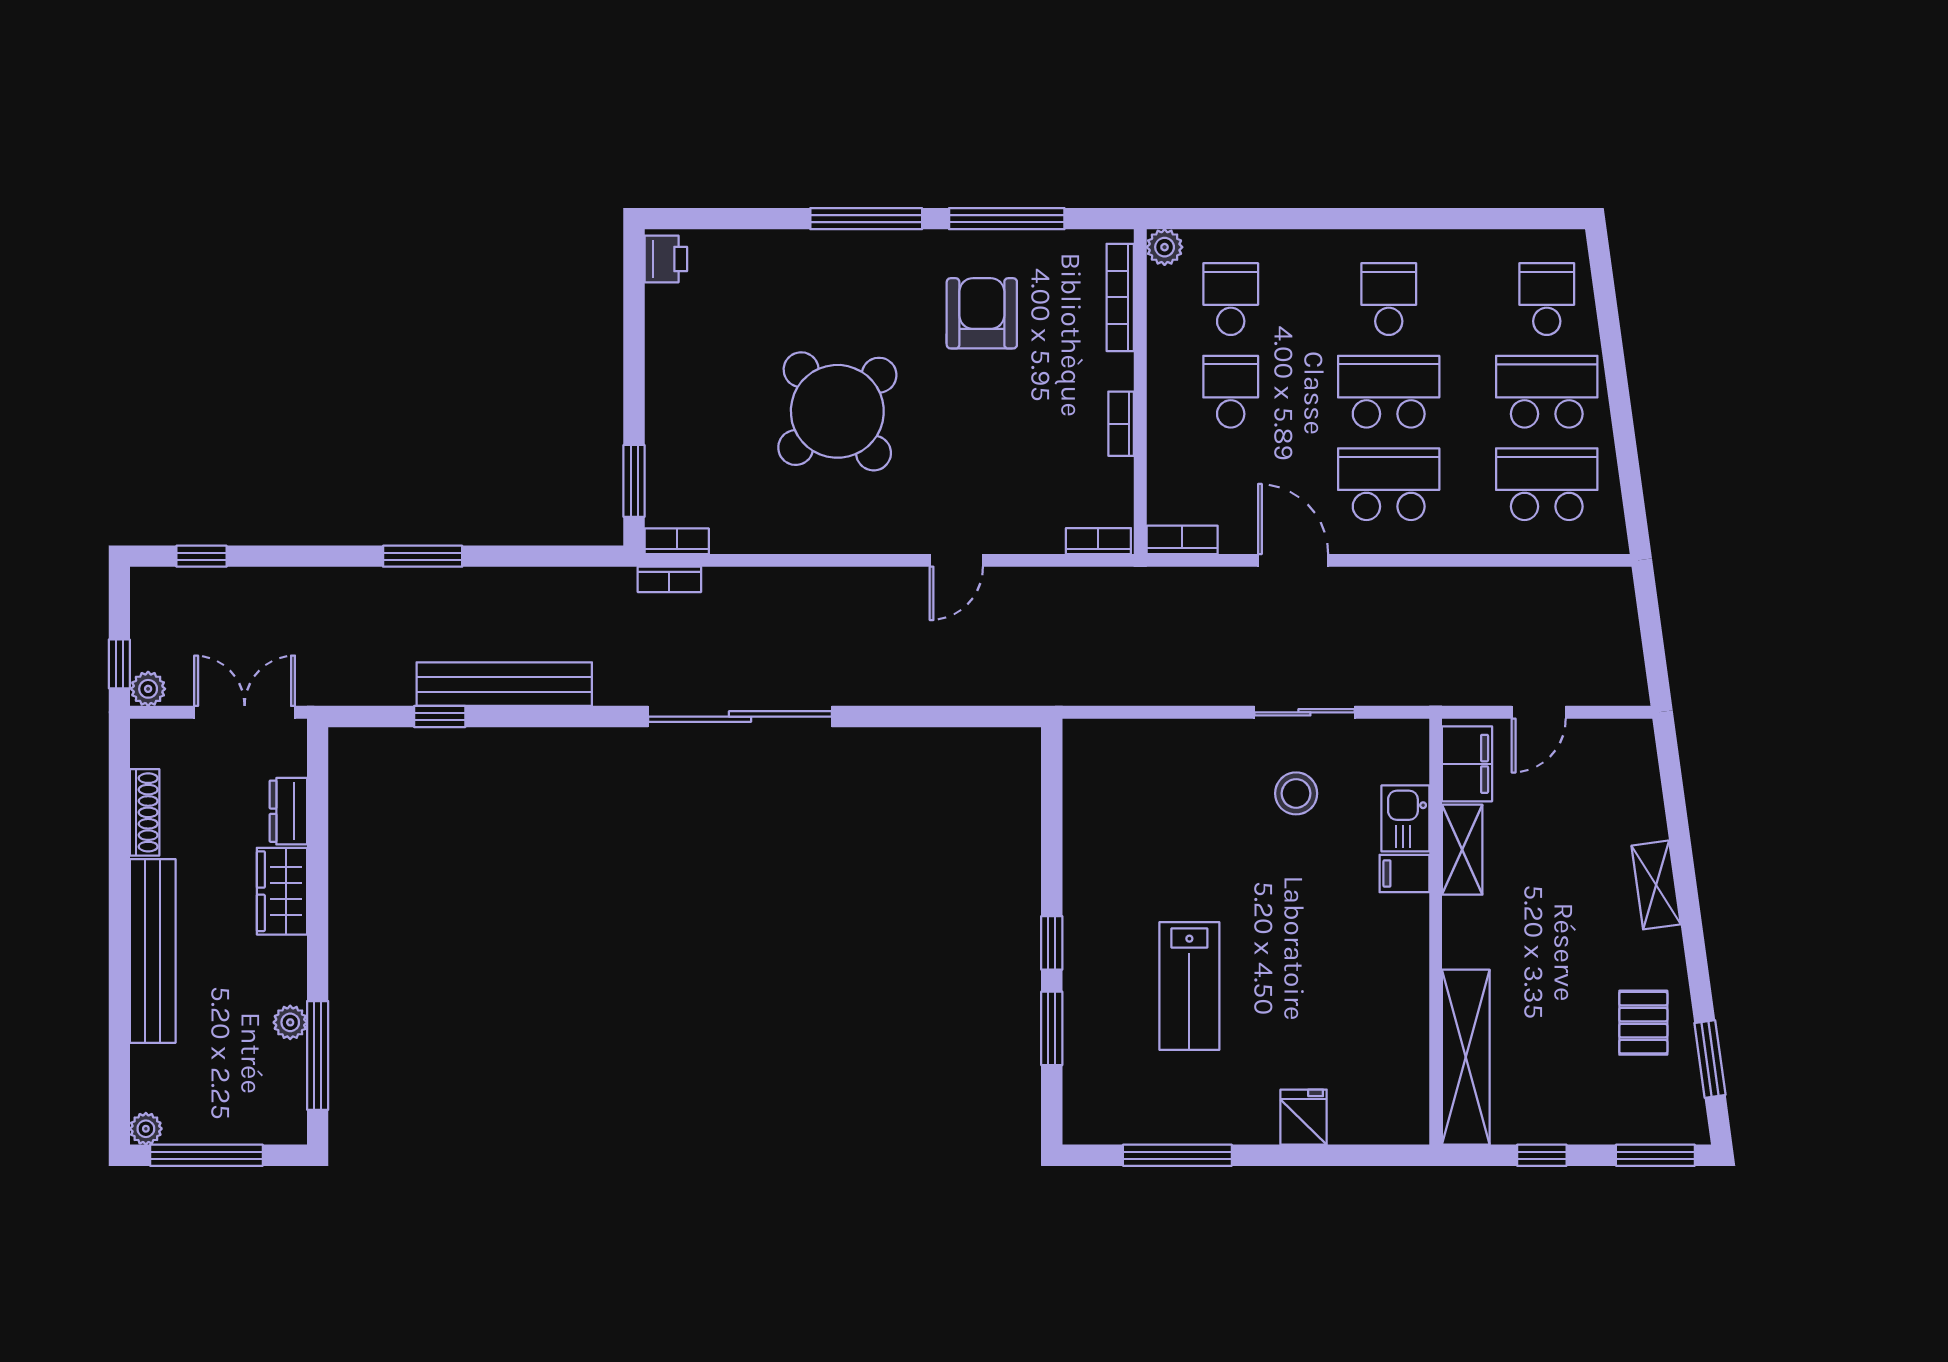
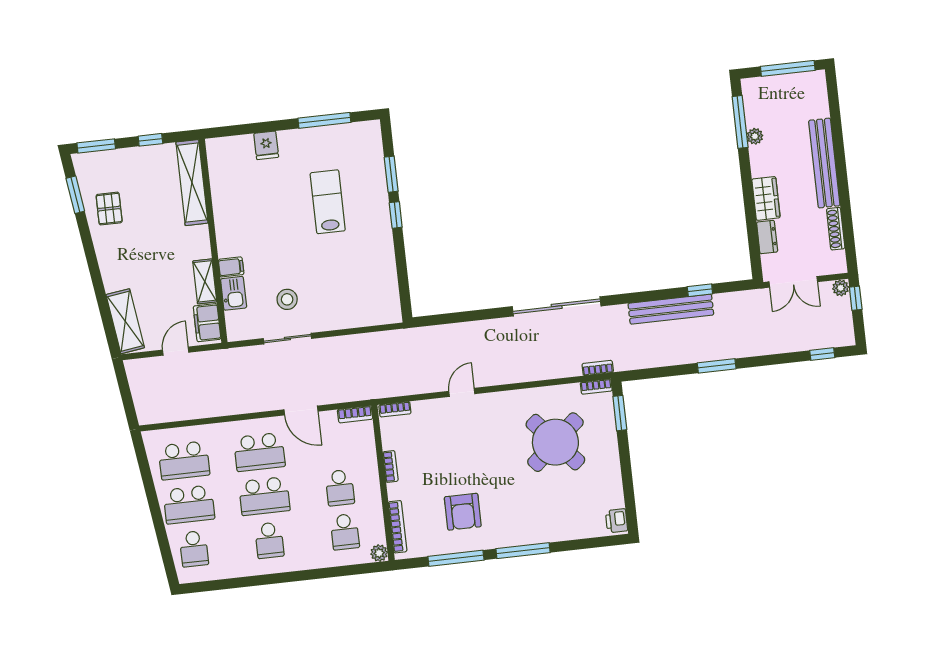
round table: (837, 411) -> (555, 442), moved
shelving: (1656, 885) -> (125, 321), moved, width x1.50, depth x1.33
plant: (146, 1129) -> (818, 78), removed

